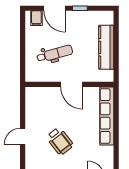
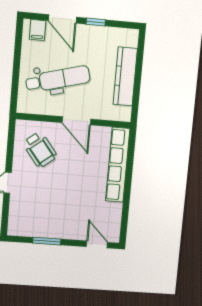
dental chair: (55, 54) -> (58, 79), width x1.36, depth x1.38
wheelchair: (60, 141) -> (40, 150), moved

